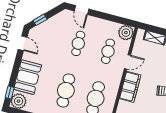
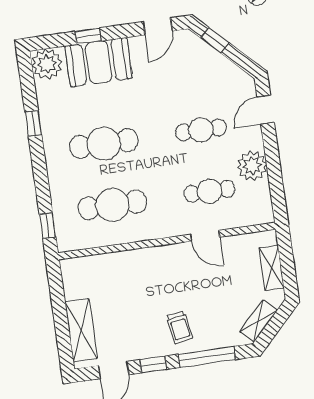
plant: (126, 33) -> (252, 166), moved
filing cabinet: (130, 87) -> (161, 260), removed
window: (10, 92) -> (88, 36), moved

